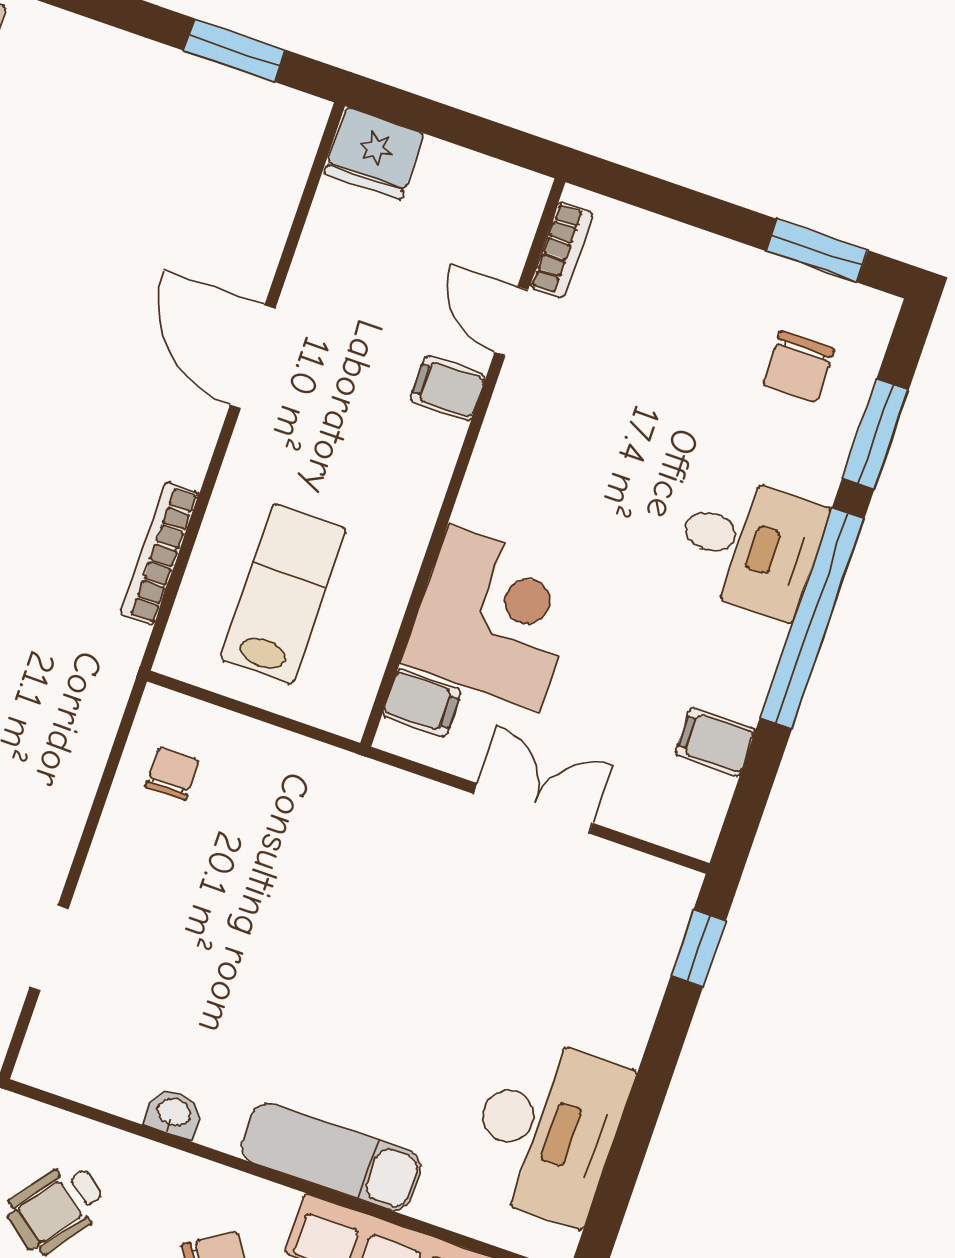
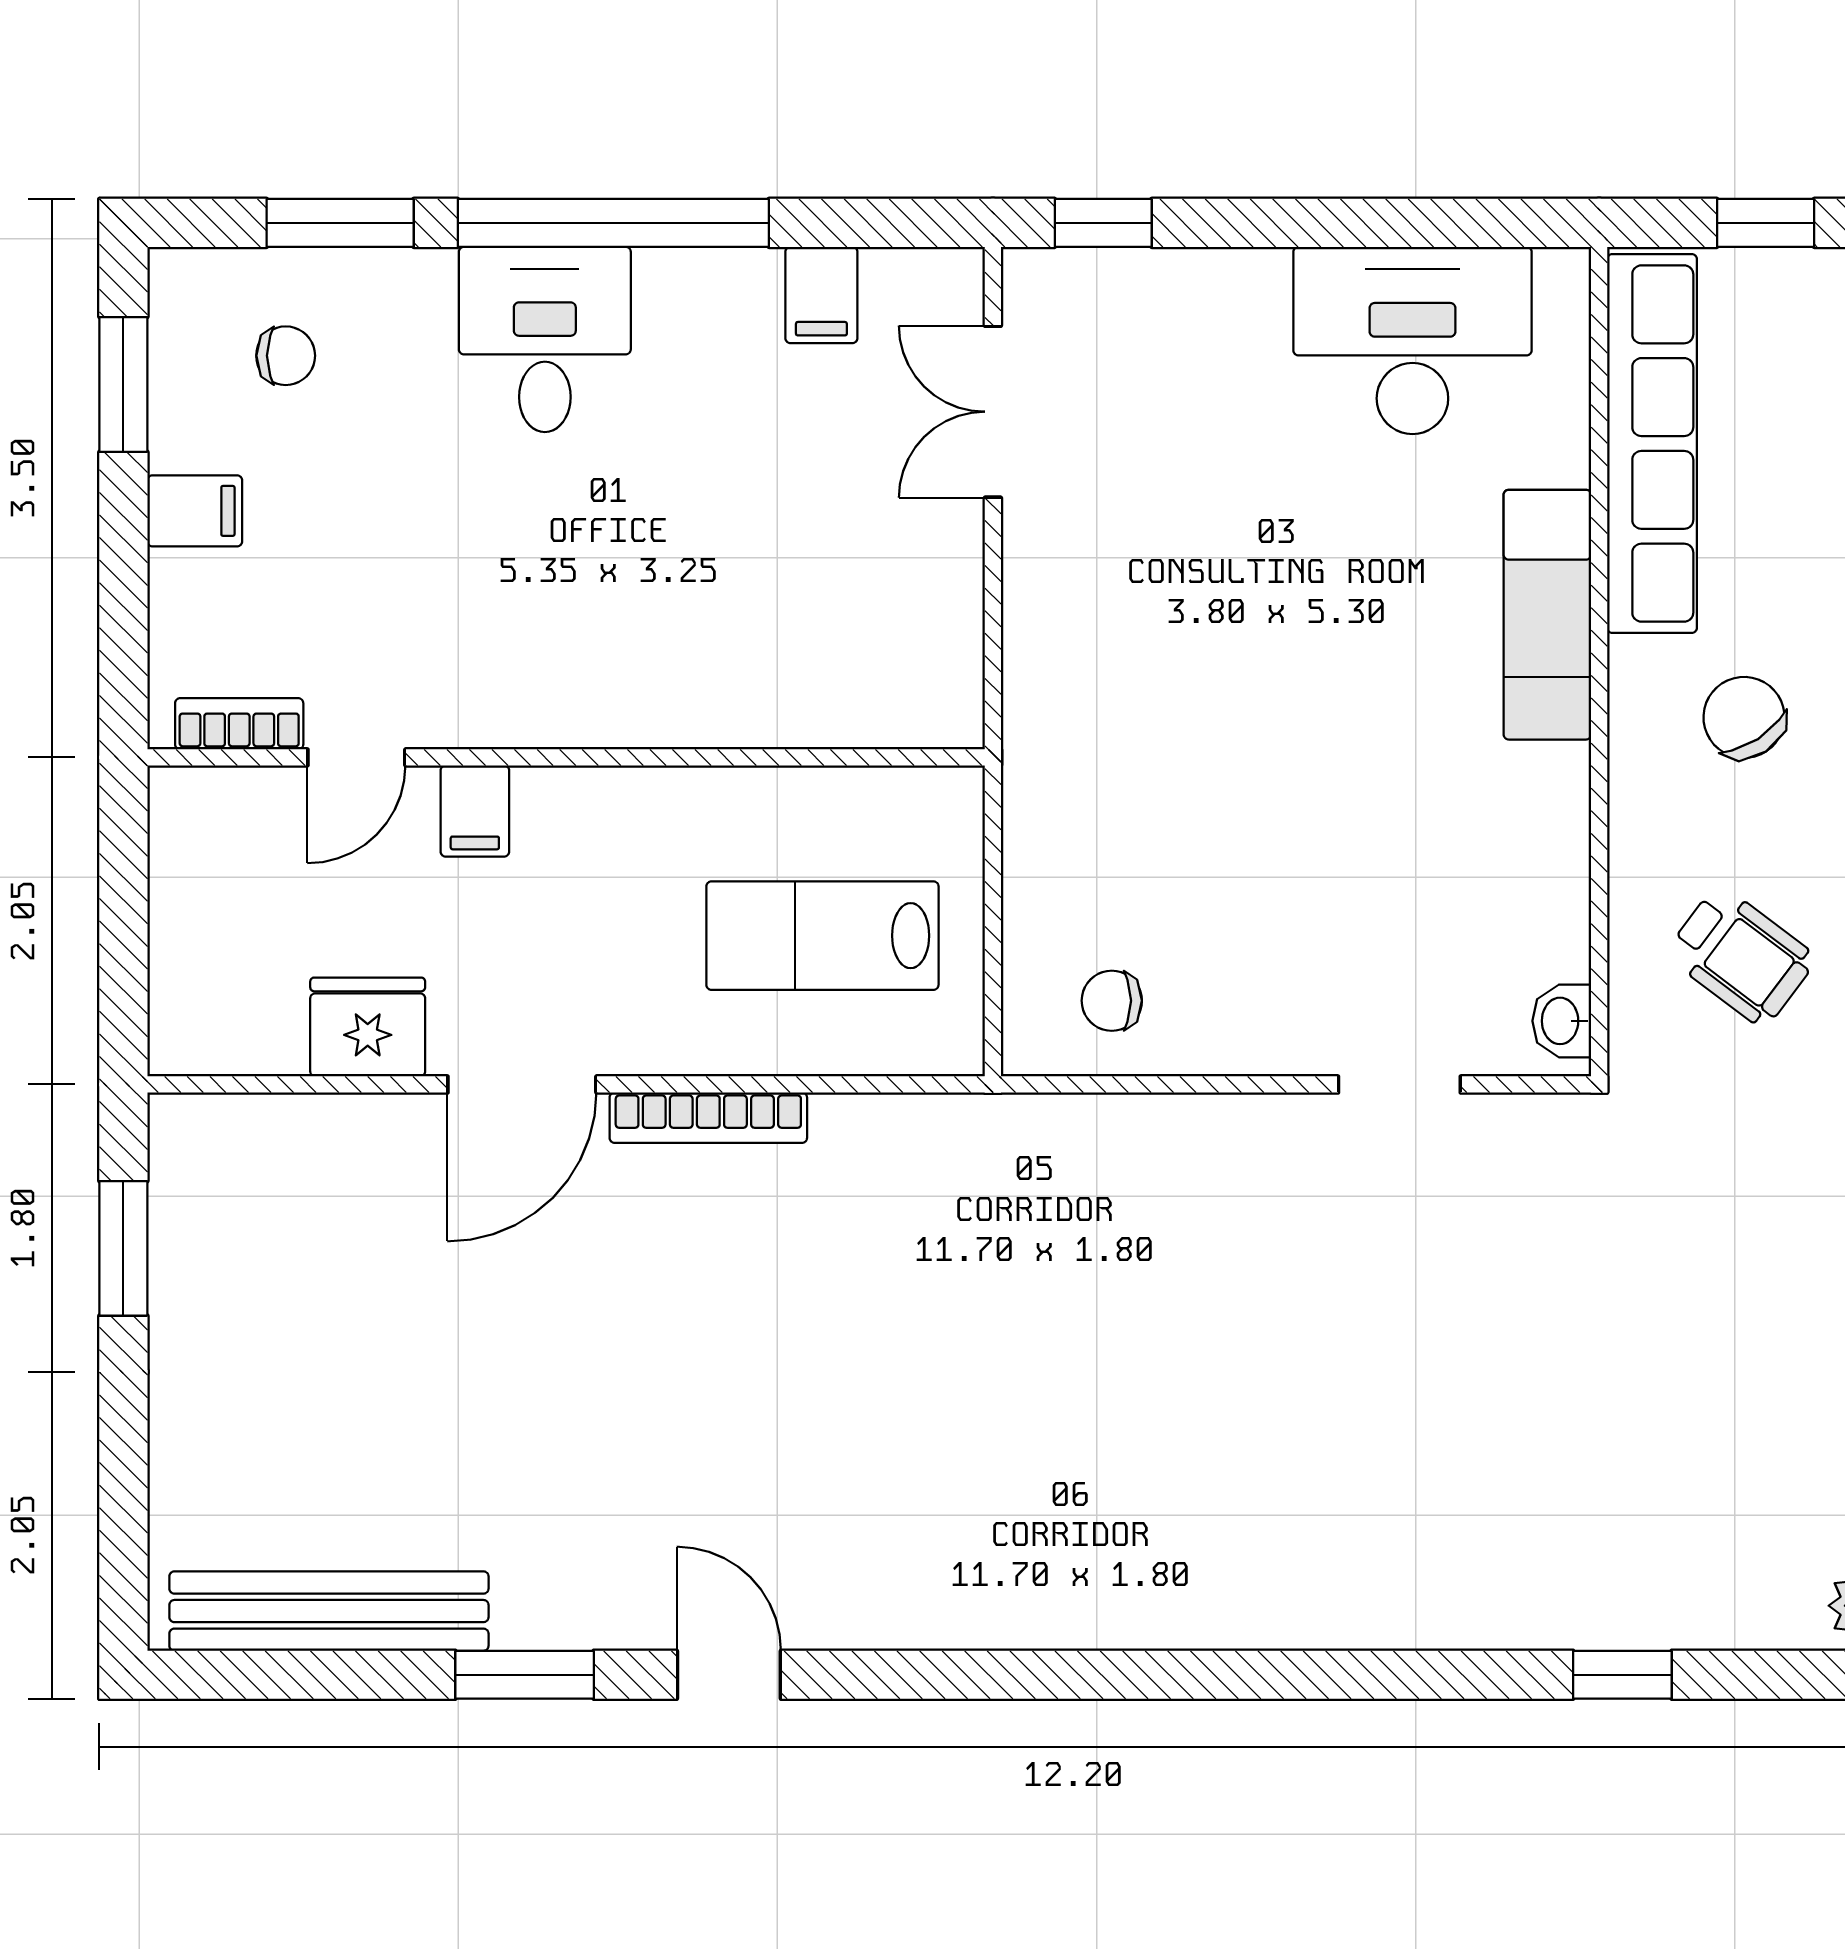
fridge: (374, 153) -> (368, 1027), moved, turned -90
chair: (799, 367) -> (286, 356), width x0.73, depth x0.73
bookcase: (160, 554) -> (708, 1118), moved
corner desk: (494, 618) -> (758, 646), removed
filing cabinet: (422, 703) -> (195, 511), moved, turned 90
double door: (533, 808) -> (993, 412), moved
washbasin: (174, 1113) -> (1562, 1021), moved

